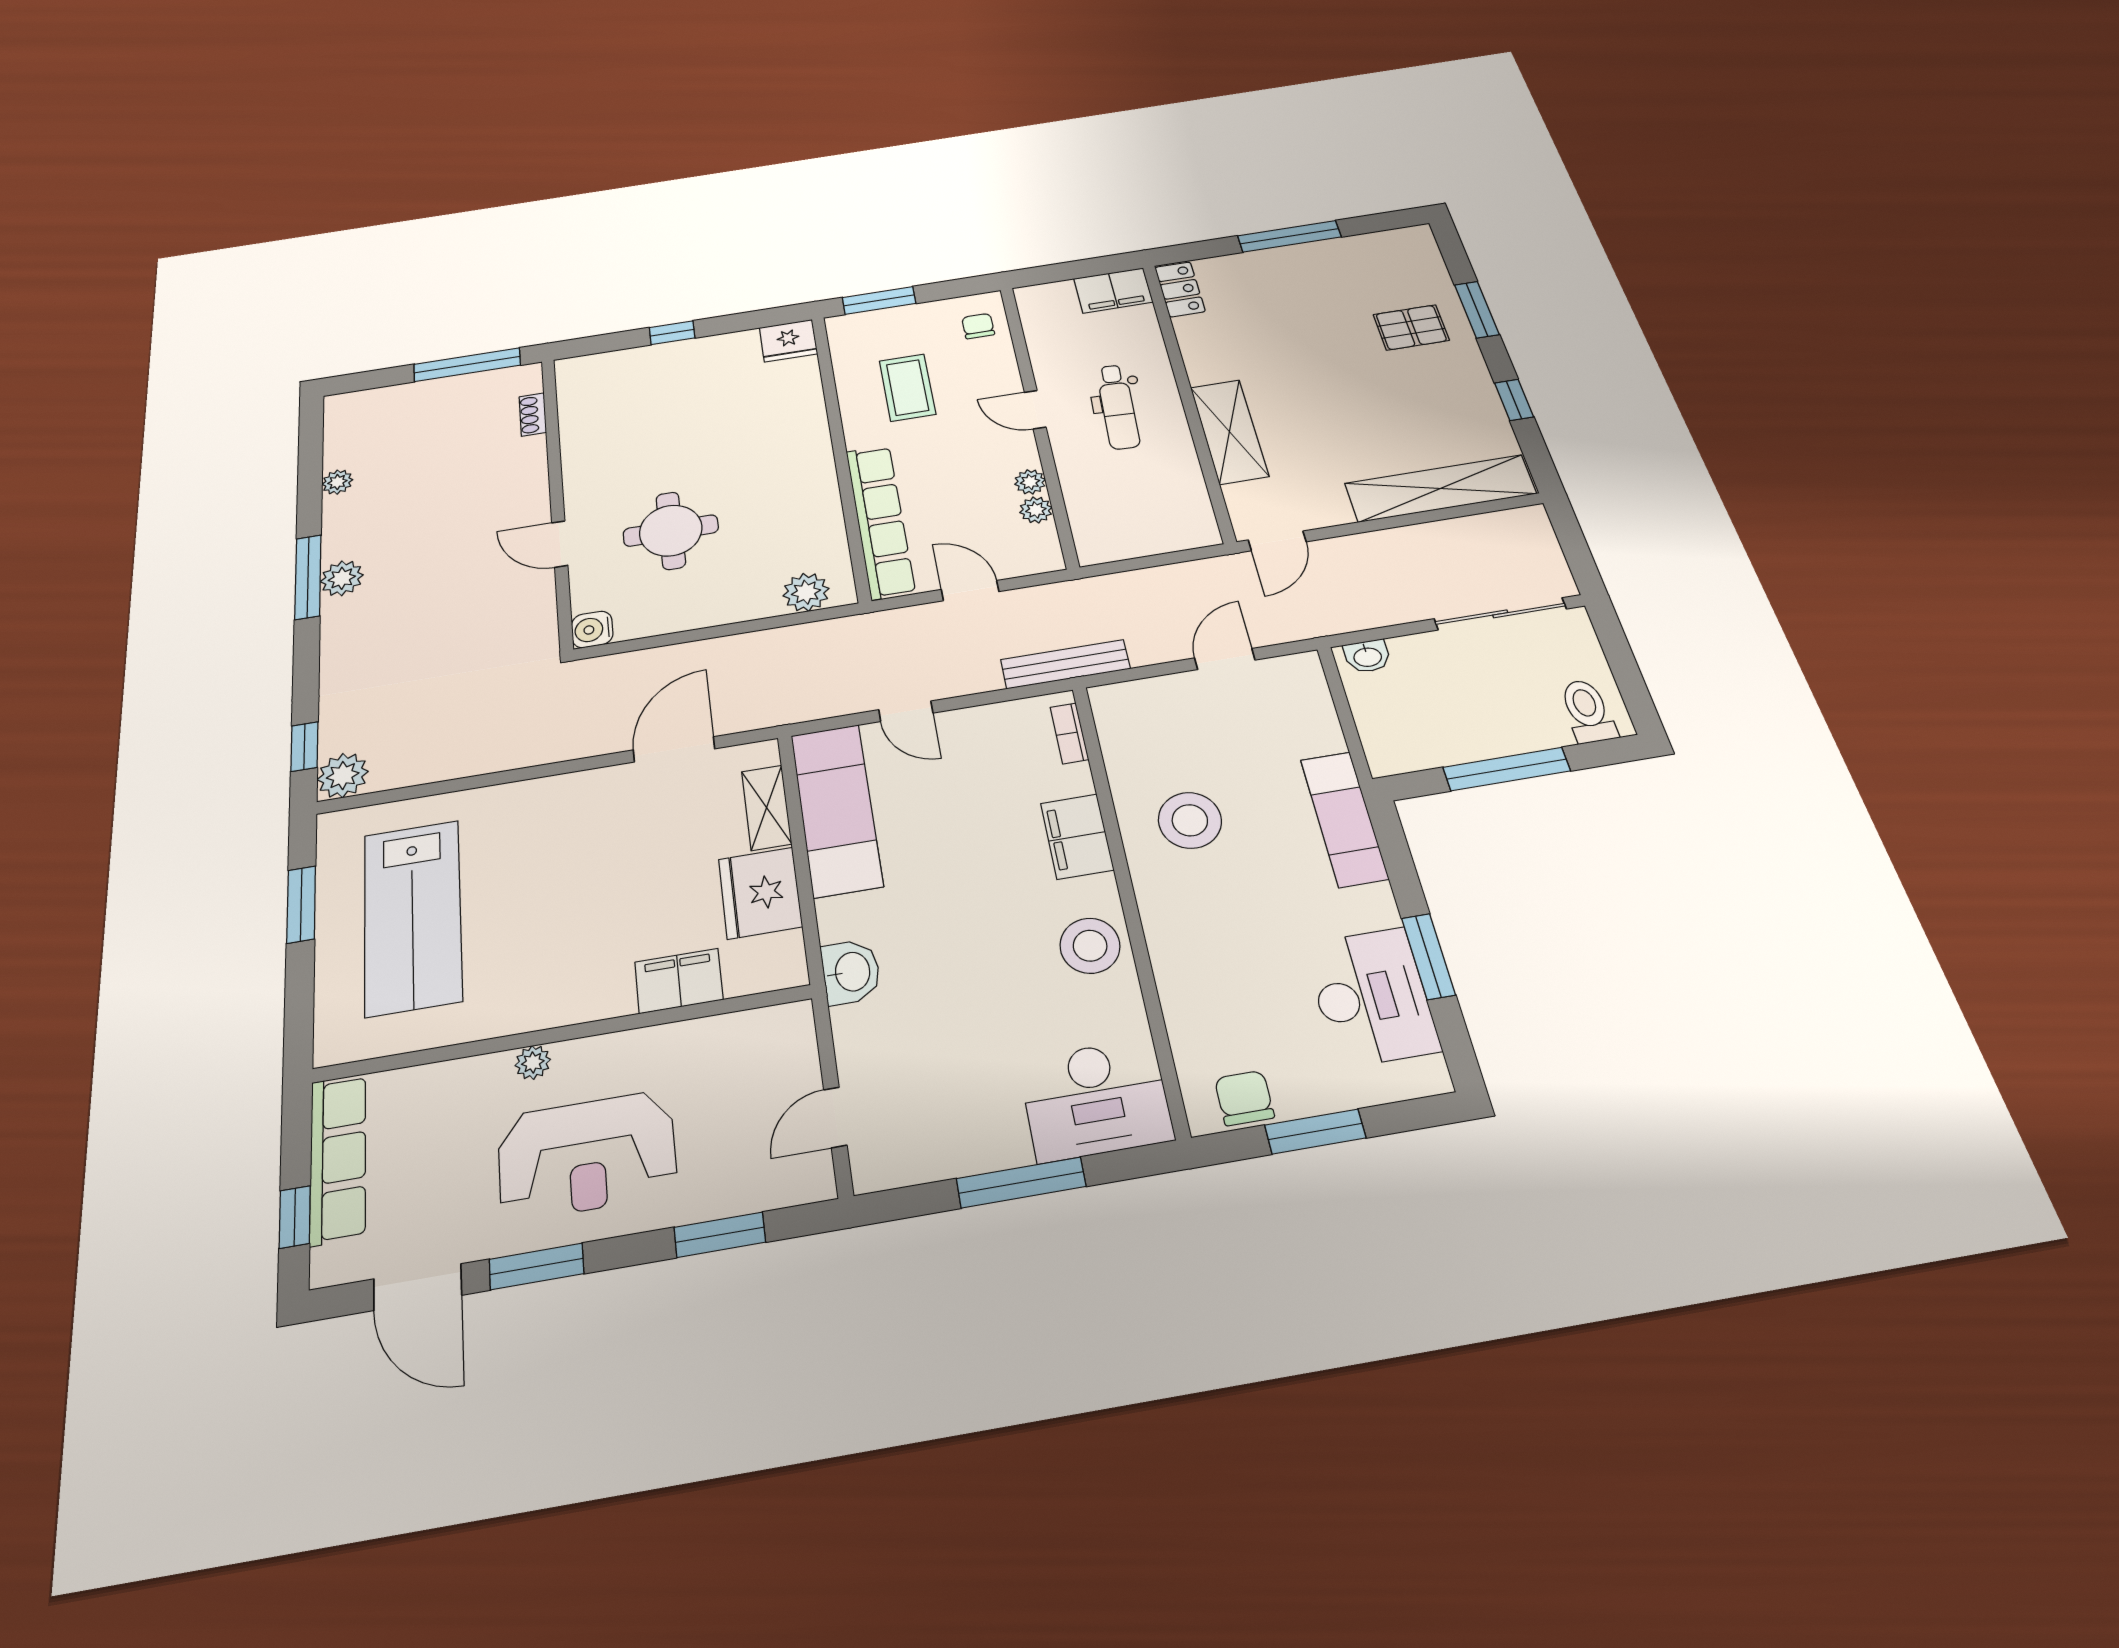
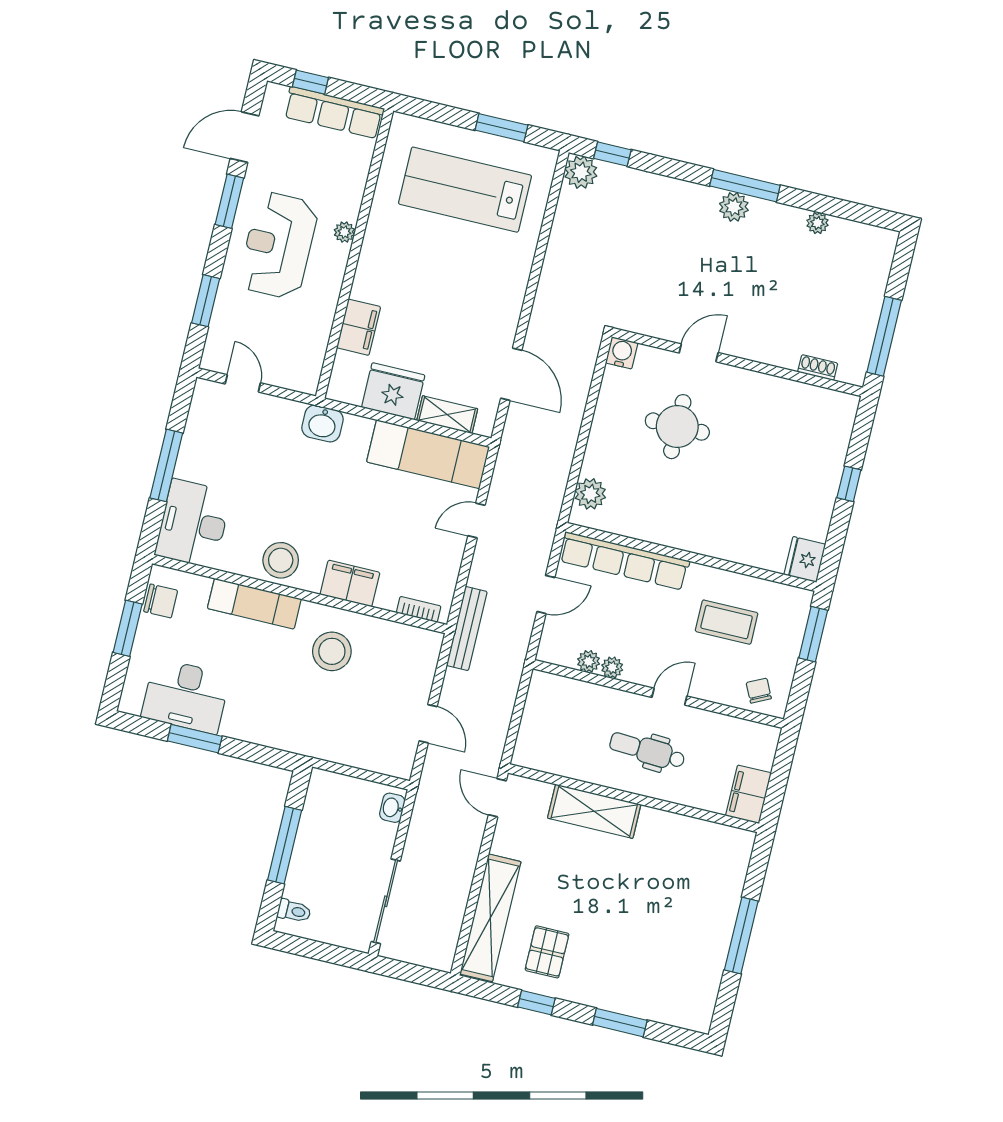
locker: (1180, 289) -> (728, 839), removed
chair: (978, 326) -> (759, 691), turned -116
pallet: (1411, 327) -> (547, 952), moved
toilet: (1588, 711) -> (294, 911), width x0.73, depth x0.72
exam couch: (1344, 819) -> (254, 604), moved, turned 180

